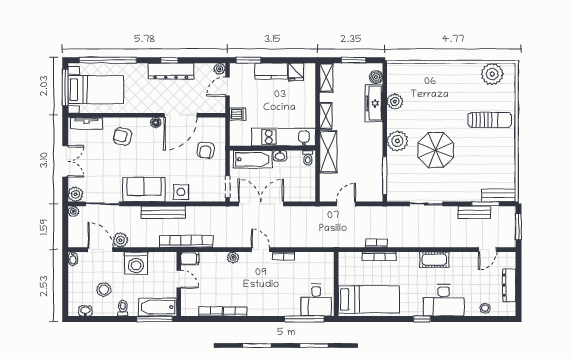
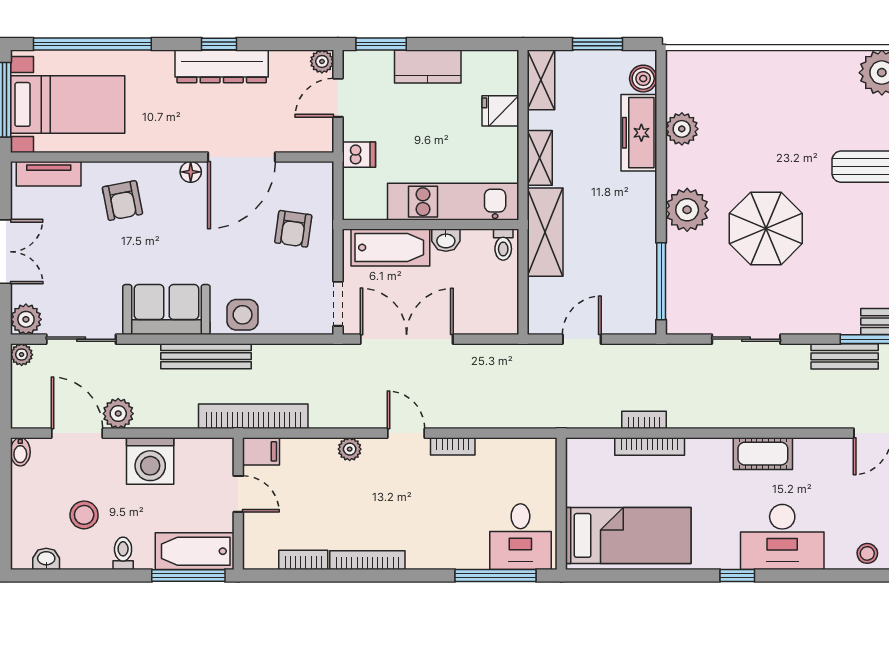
fridge: (296, 72) -> (500, 111), moved, turned 90
armchair: (122, 136) -> (122, 201), turned -114
bookcase: (235, 311) -> (367, 560), width x1.56

